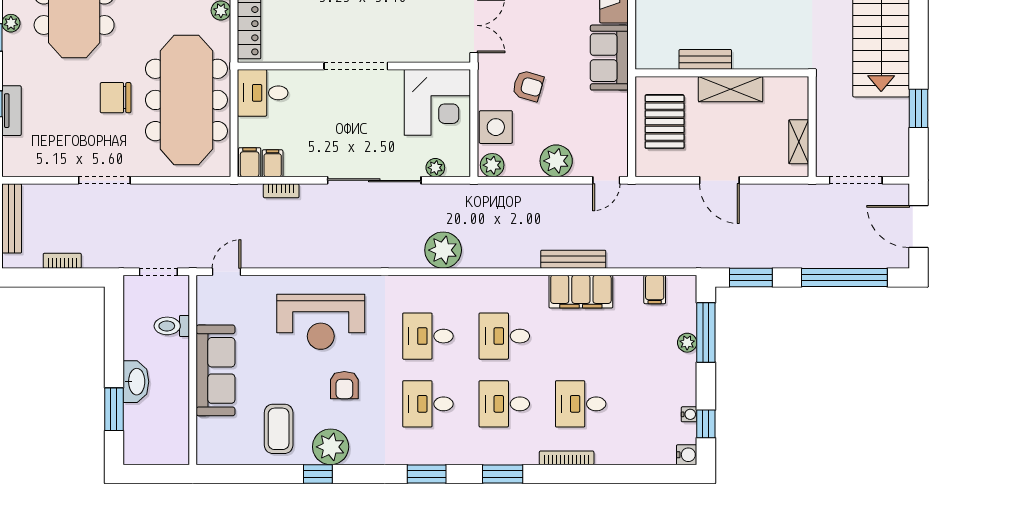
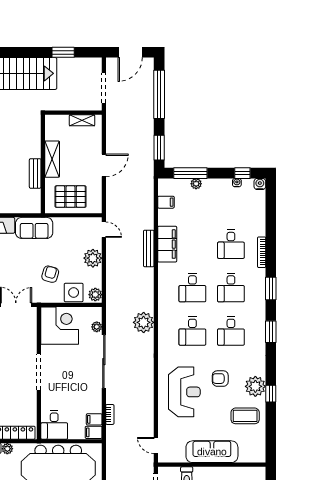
armchair: (344, 385) -> (220, 379), turned 180

